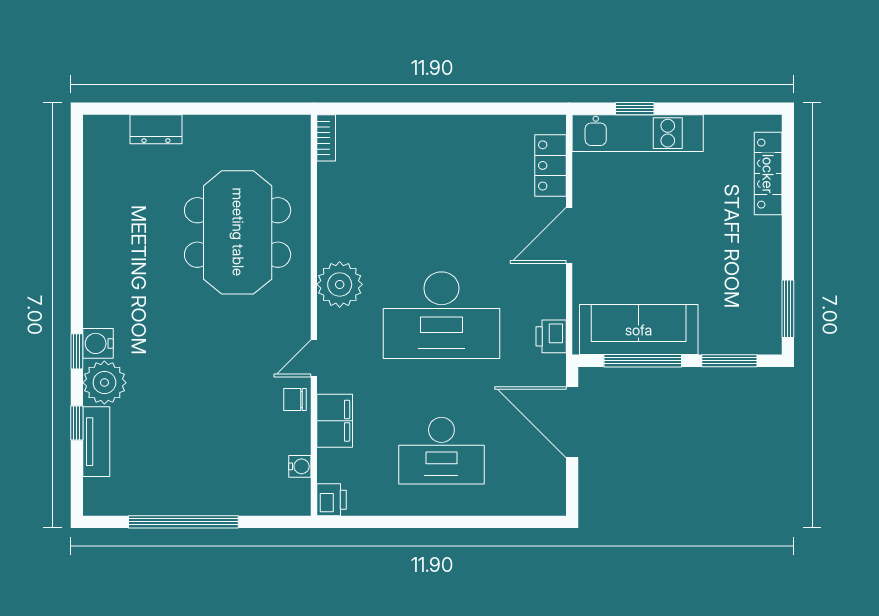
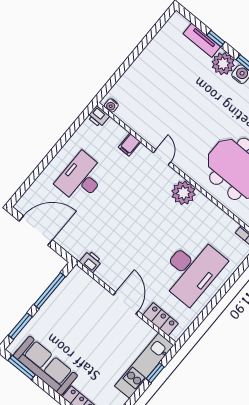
desk: (441, 315) -> (192, 270), moved, turned 180
sofa: (639, 330) -> (45, 366), moved, turned -90
chair: (295, 400) -> (152, 136), removed
filing cabinet: (335, 421) -> (130, 145), width x0.50
door: (572, 422) -> (36, 231), moved
water cooler: (300, 466) -> (111, 105), moved
window: (183, 522) -> (140, 49), removed

